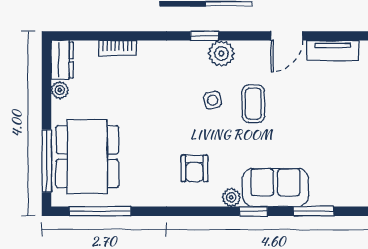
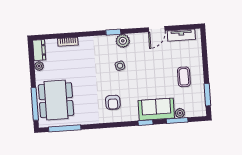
coffee table: (253, 104) -> (184, 77), moved
plant: (231, 197) -> (180, 113), moved

